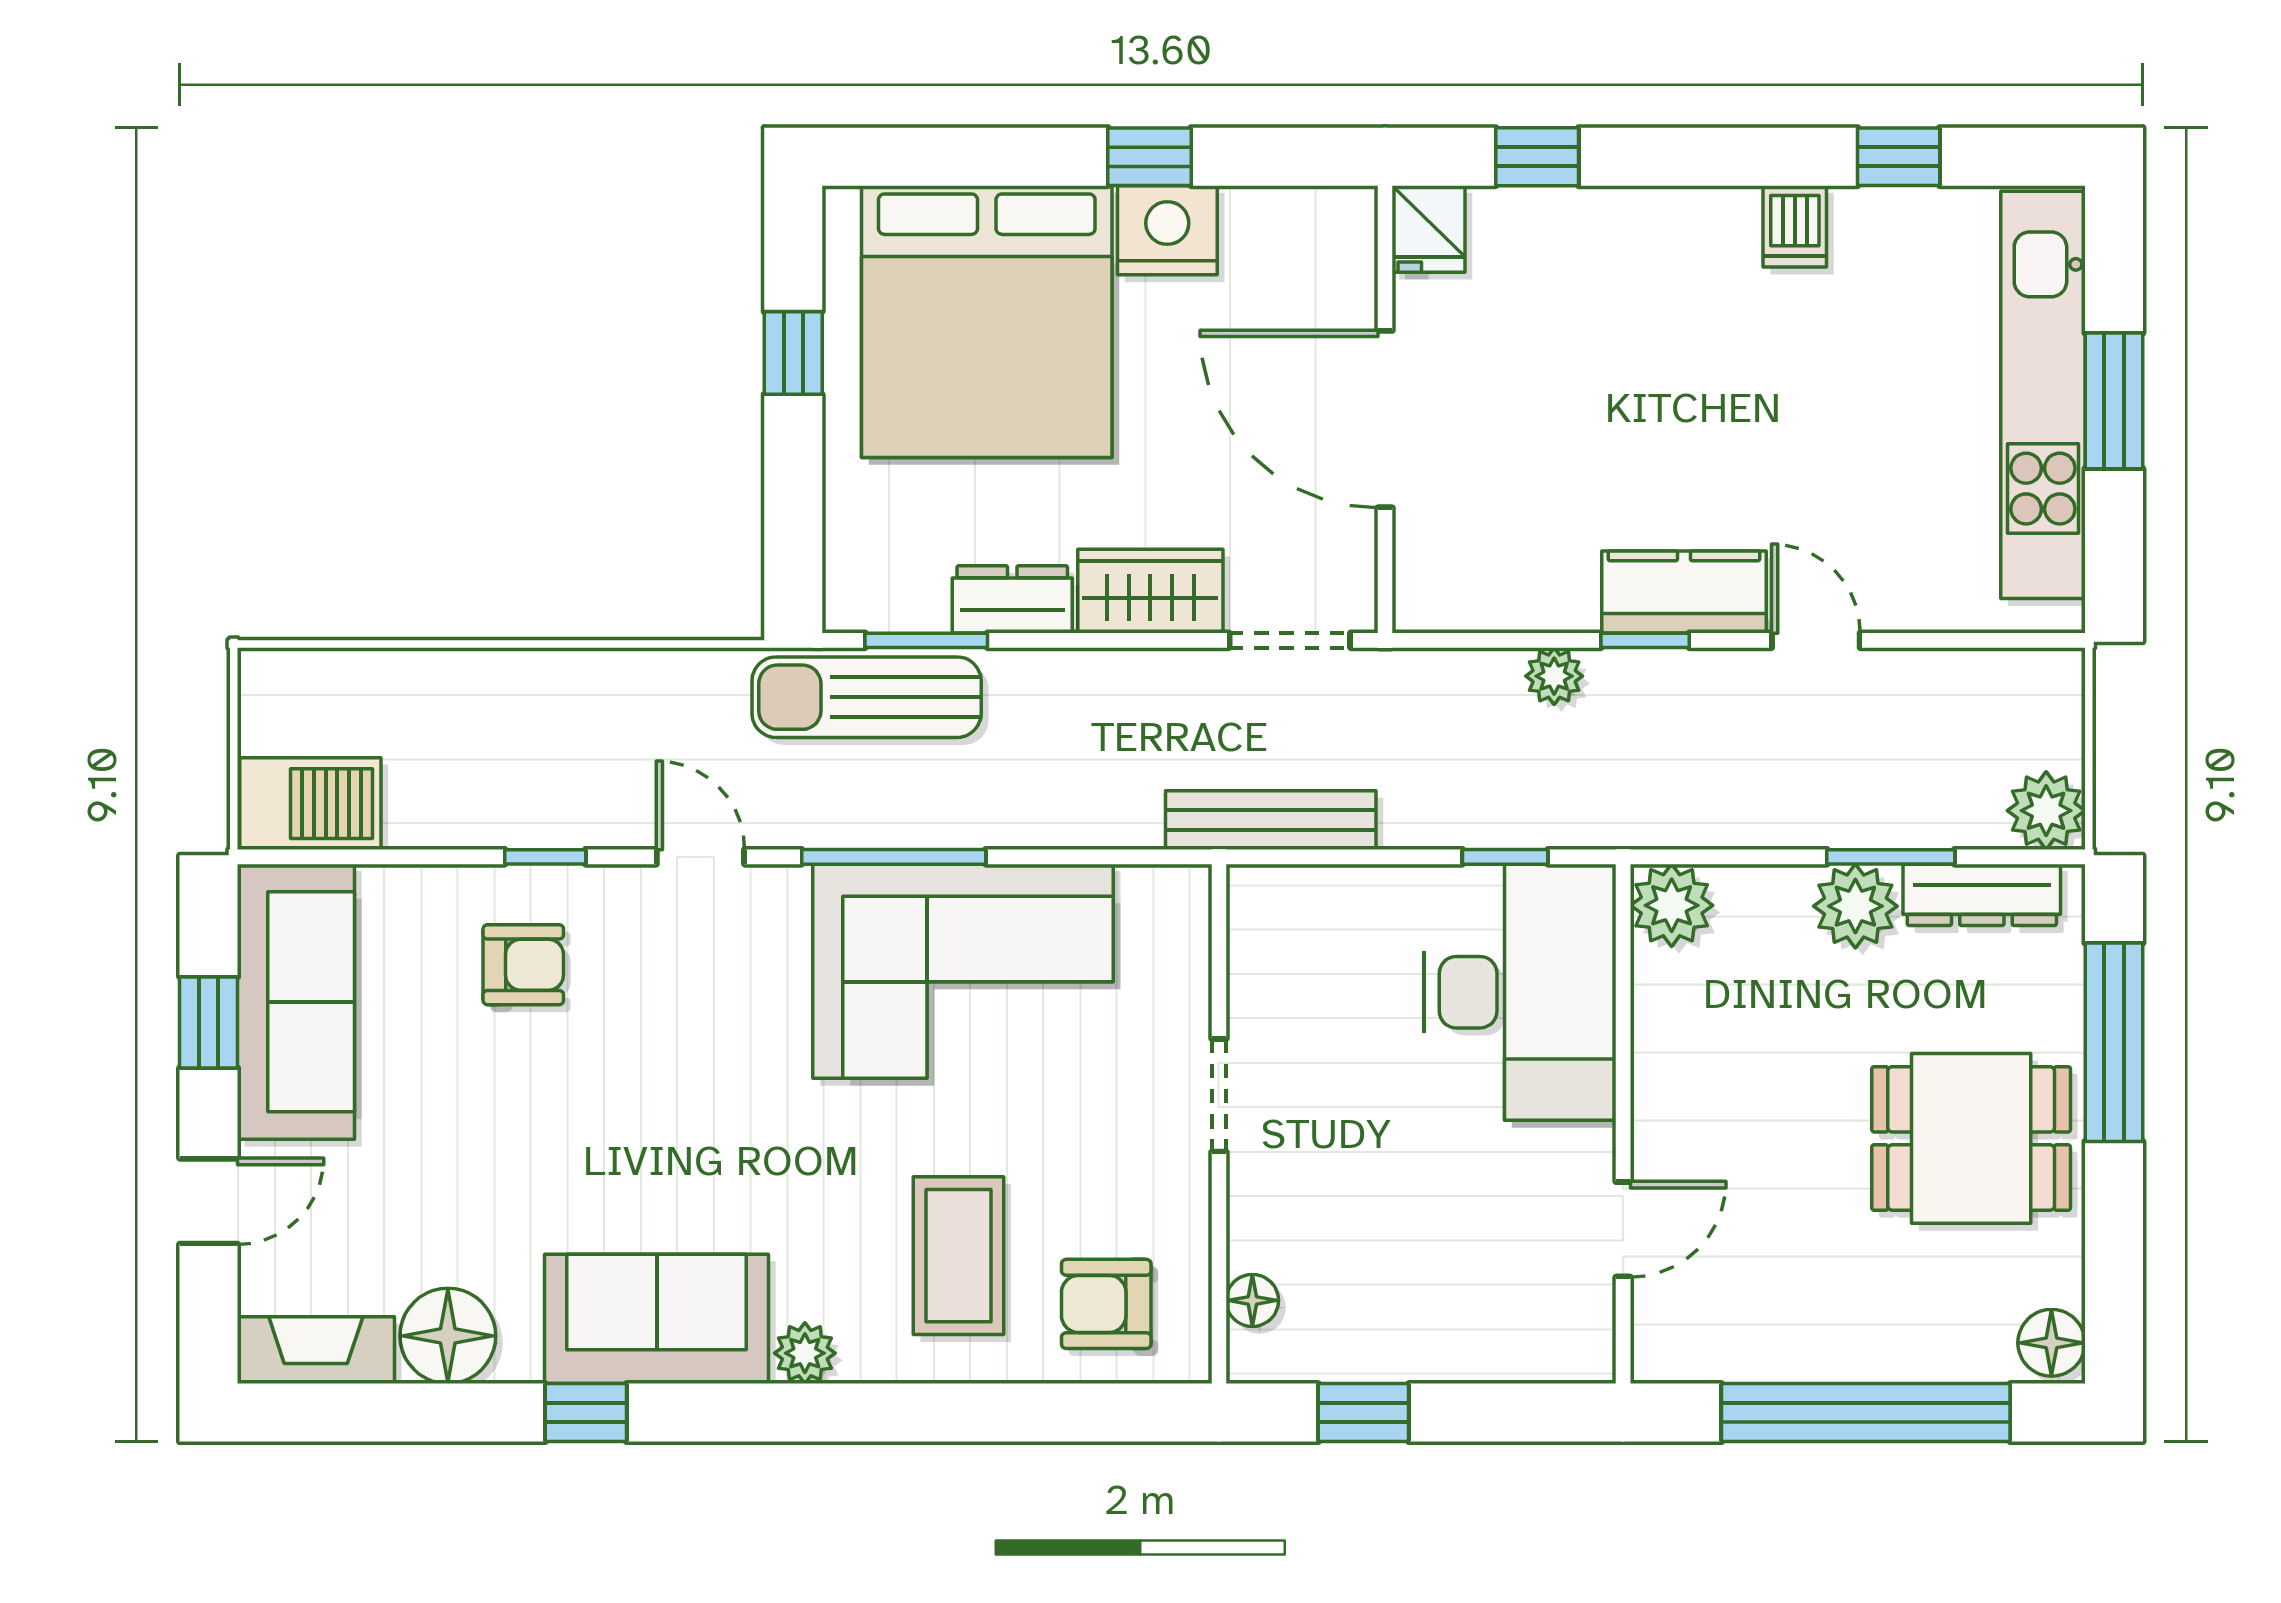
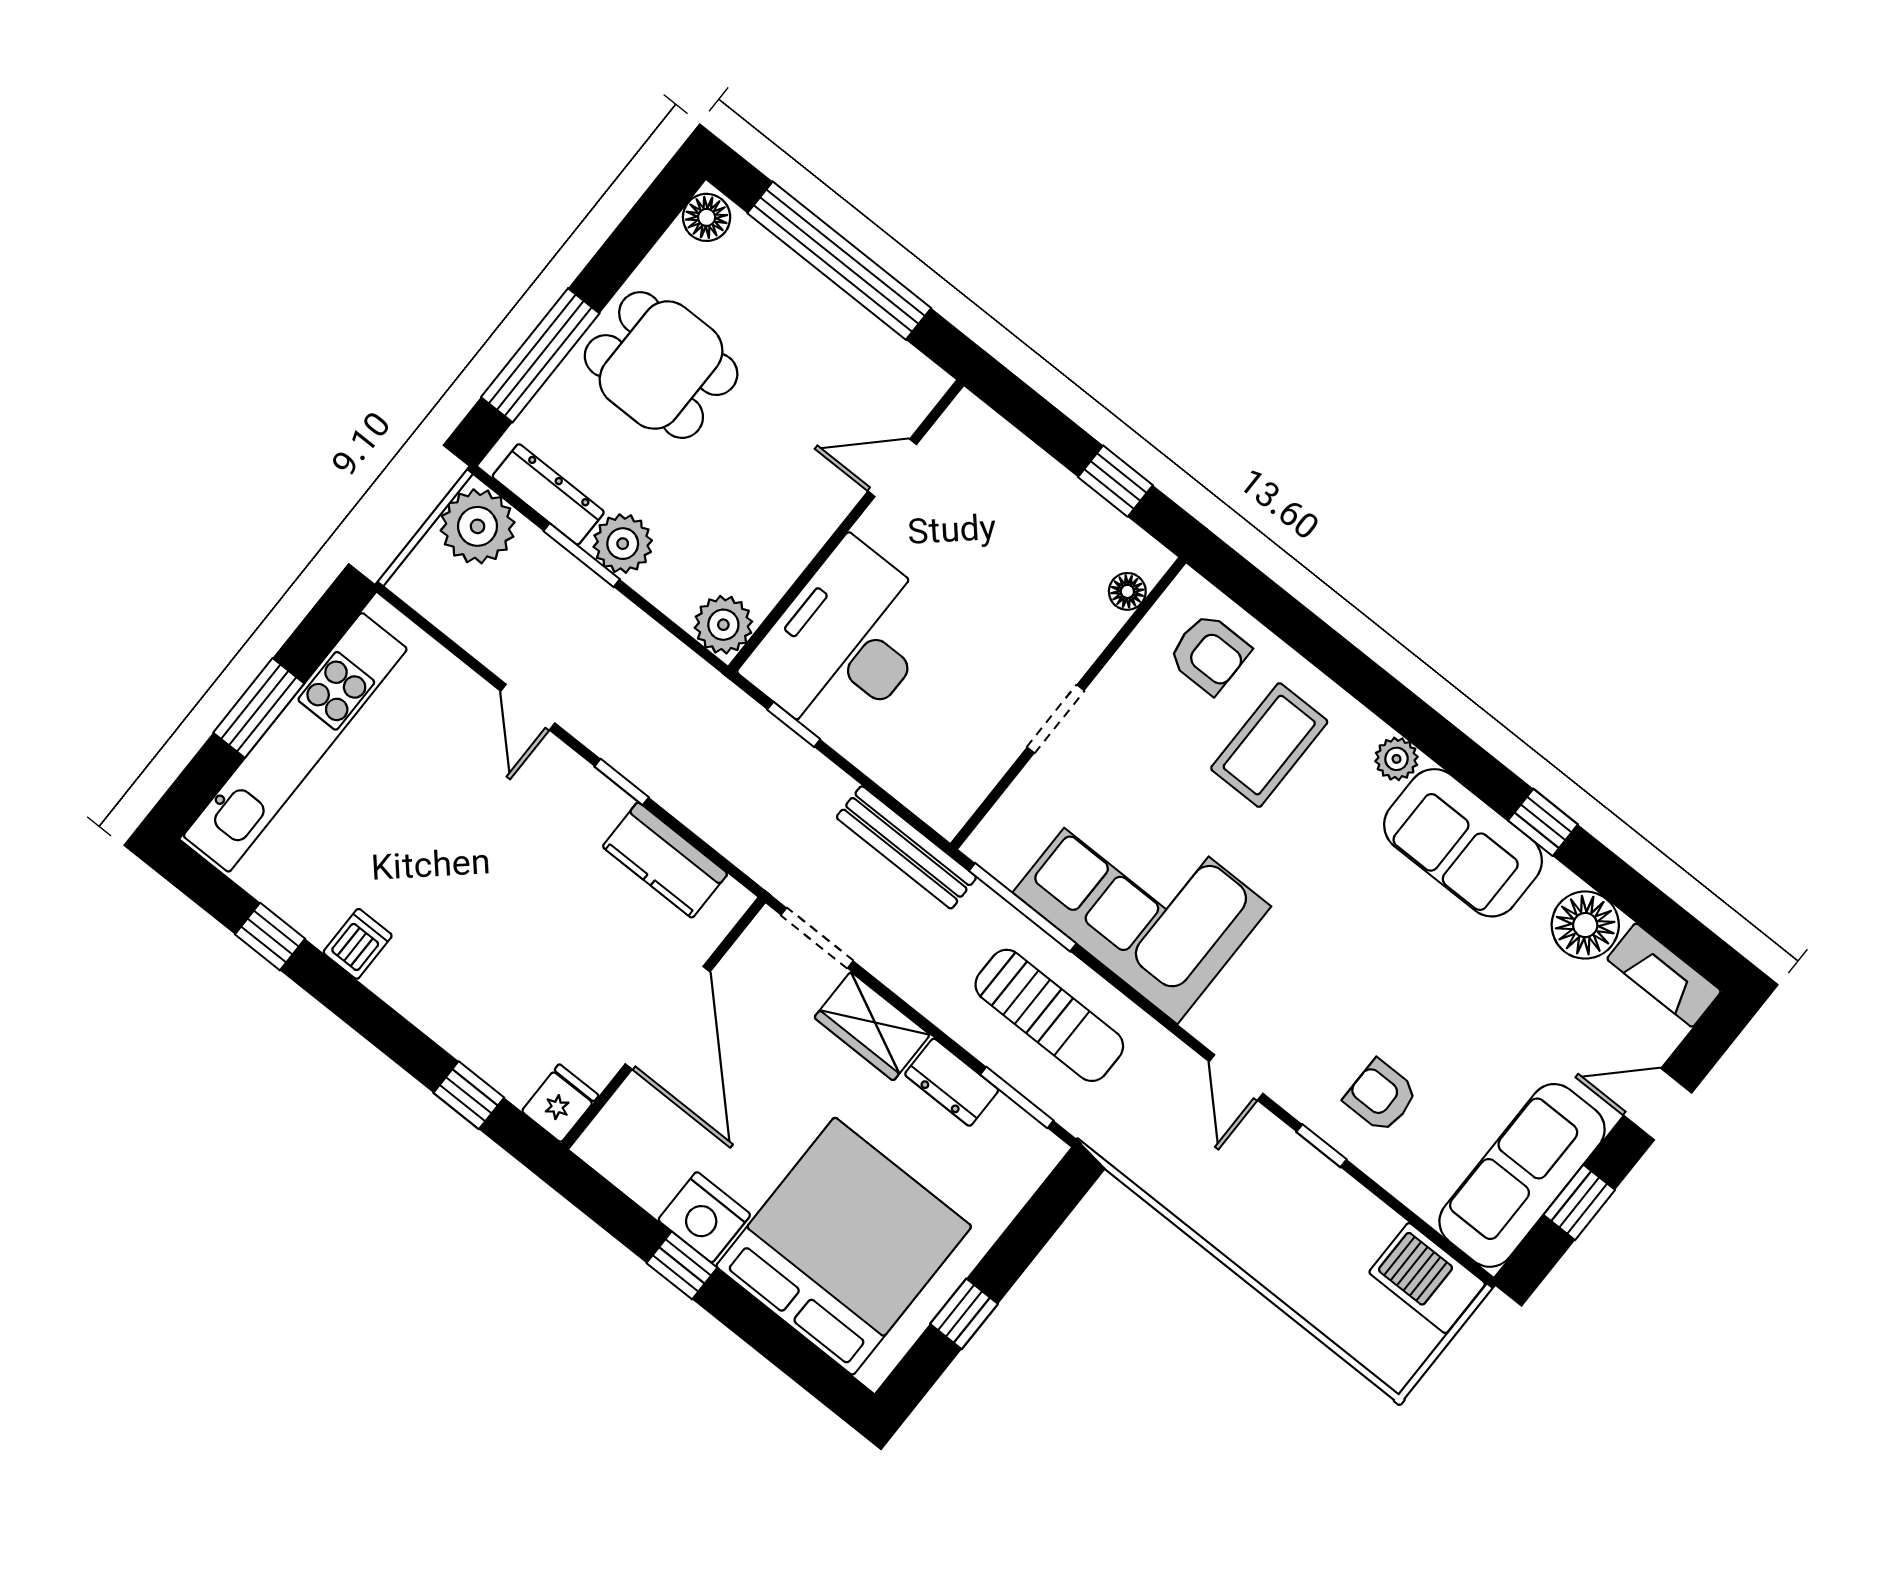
kitchen counter: (1684, 592) -> (665, 860), moved
plant: (1554, 676) -> (687, 802), removed
sun lounger: (867, 697) -> (1049, 1015), moved
plant: (2046, 811) -> (478, 526), width x1.36, depth x1.36
window: (894, 857) -> (1023, 907), moved

